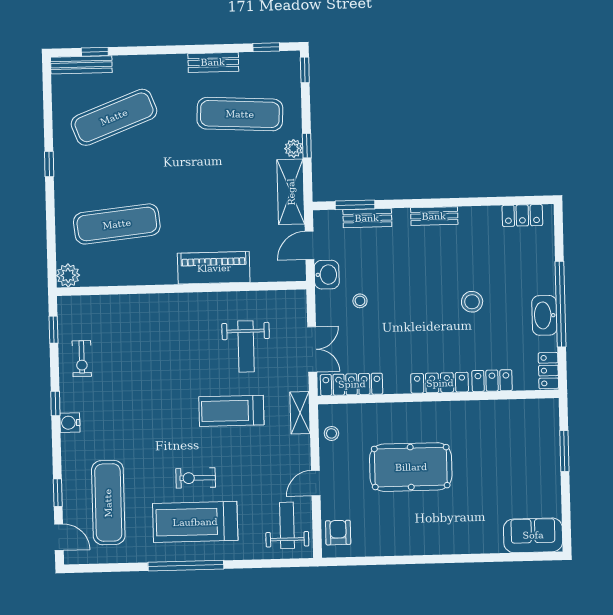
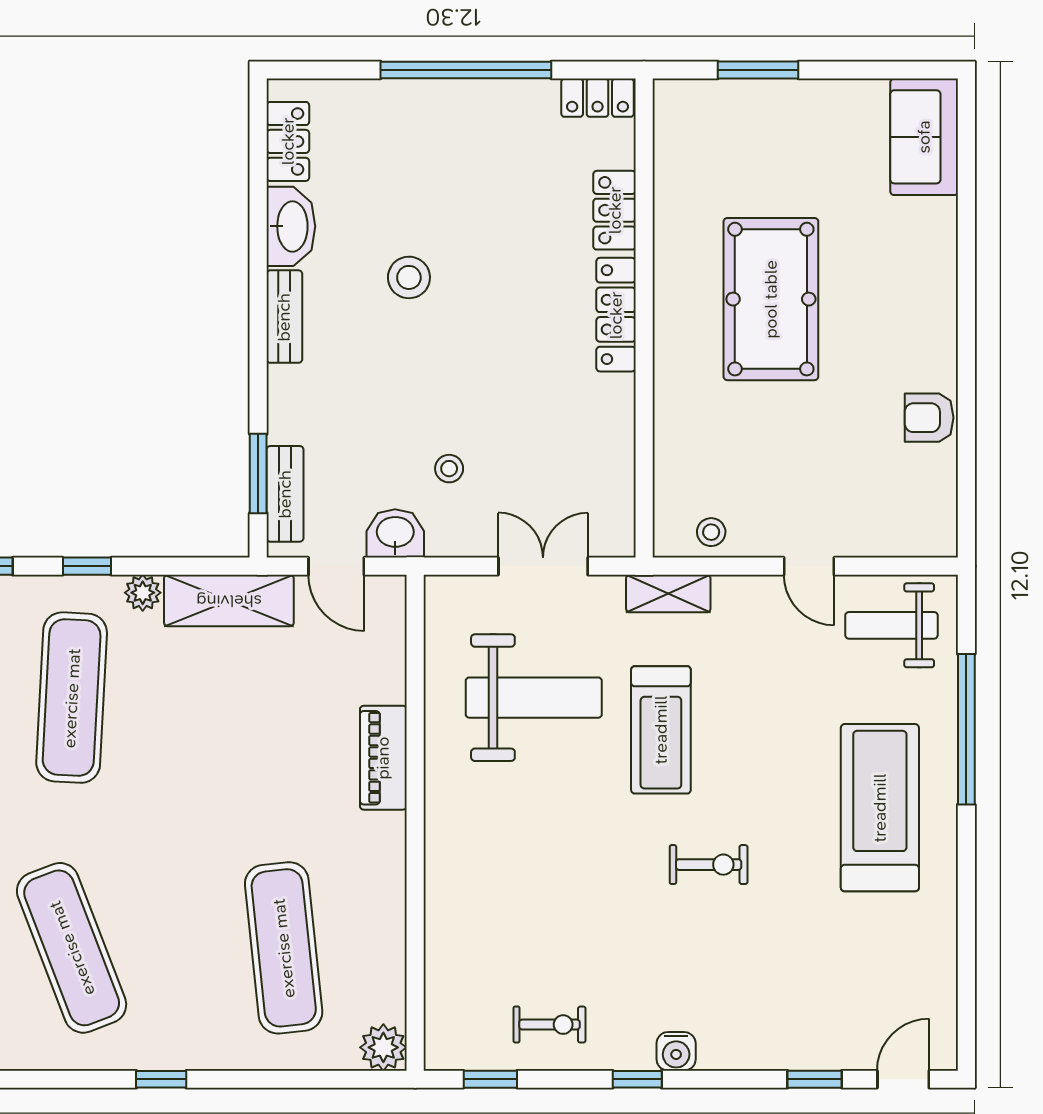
window: (307, 146) -> (87, 566), moved
bench: (367, 218) -> (285, 494), moved
piano: (214, 268) -> (383, 758), width x0.73, depth x0.75
stool: (472, 302) -> (409, 277), moved
washbasin: (544, 315) -> (291, 226), moved, turned -90
weight bench: (246, 346) -> (534, 698), width x1.36, depth x1.33
locker: (352, 384) -> (615, 490), removed
pool table: (411, 467) -> (771, 299), moved
exercise bike: (196, 478) -> (709, 865), moved, turned -90
exercise mat: (108, 503) -> (837, 979), removed
treadmill: (195, 522) -> (880, 808), turned 180
armchair: (338, 533) -> (929, 418), moved
window: (186, 566) -> (966, 729), moved

